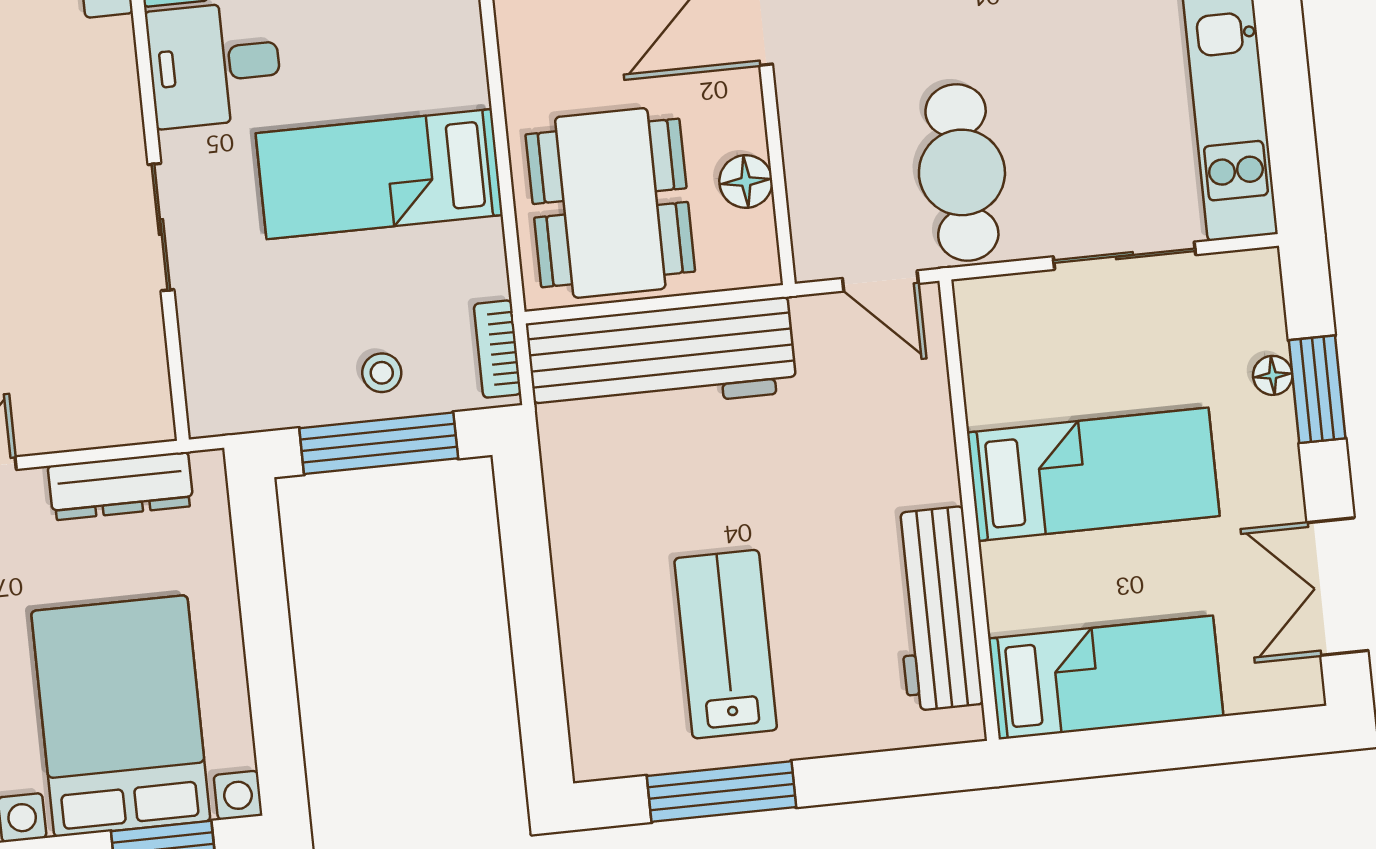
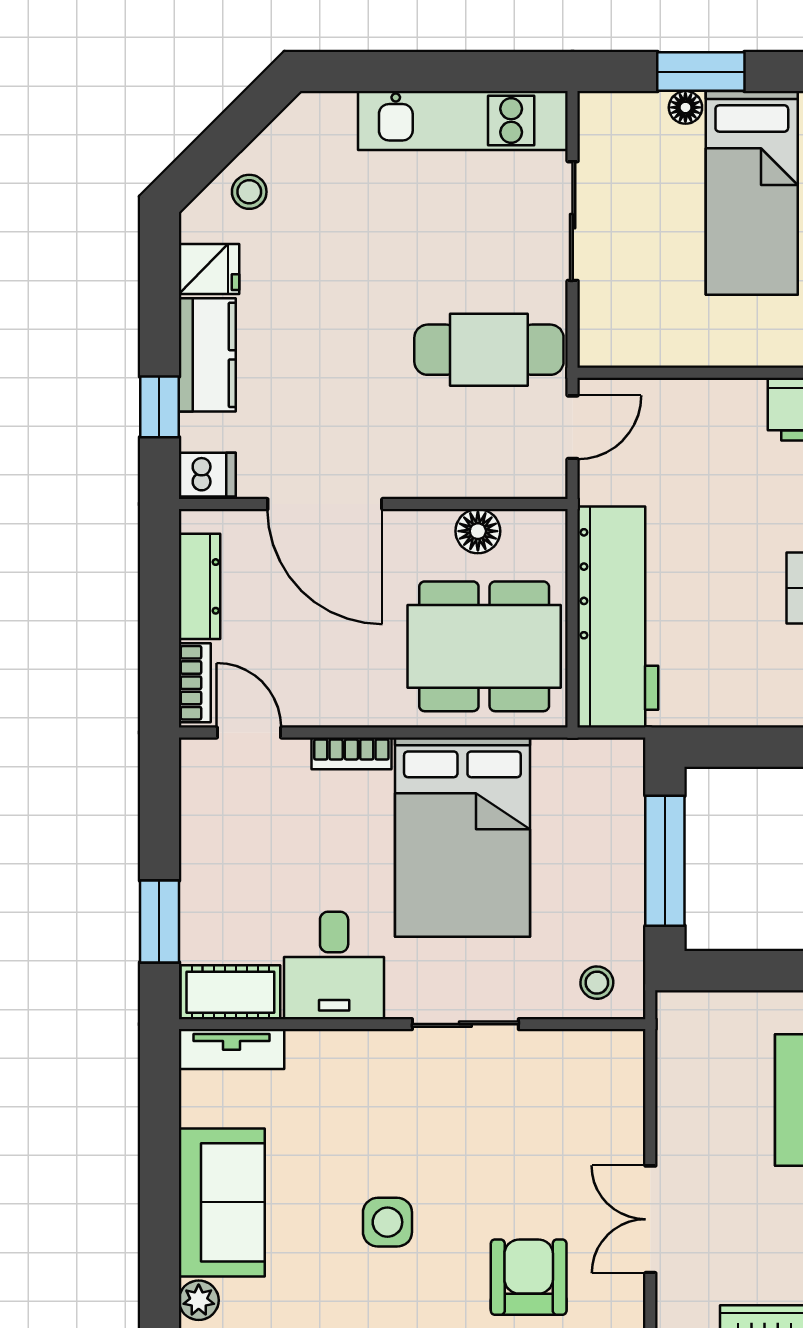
bed: (379, 174) -> (462, 837), width x1.50
bookcase: (497, 349) -> (351, 753), moved
stool: (382, 373) -> (597, 983), moved
bed: (1093, 474) -> (752, 193), moved, turned 180
dresser: (121, 486) -> (678, 1080), removed

